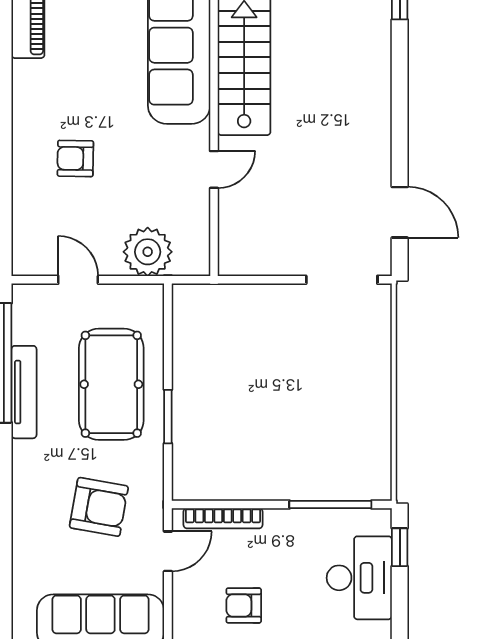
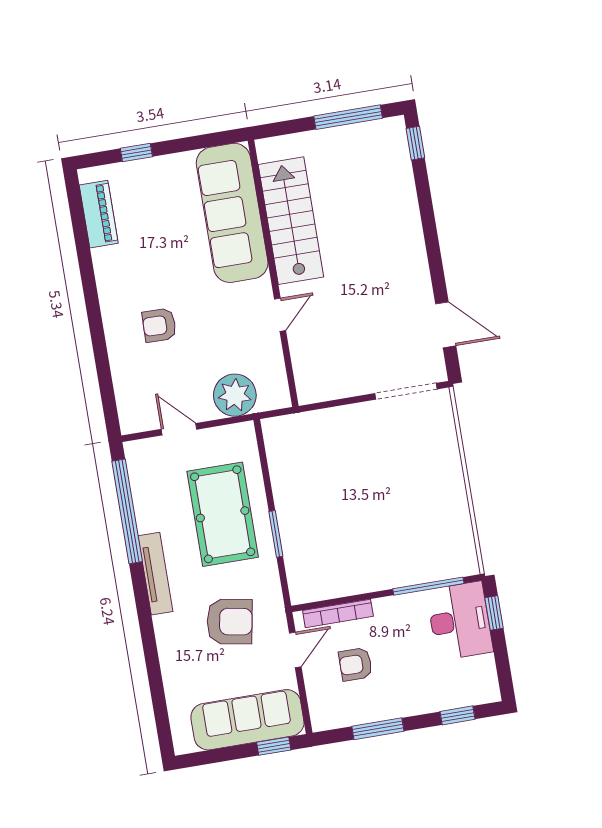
tv unit: (24, 392) -> (155, 574), moved
desk: (359, 578) -> (460, 621), moved
armchair: (244, 605) -> (356, 664), moved

